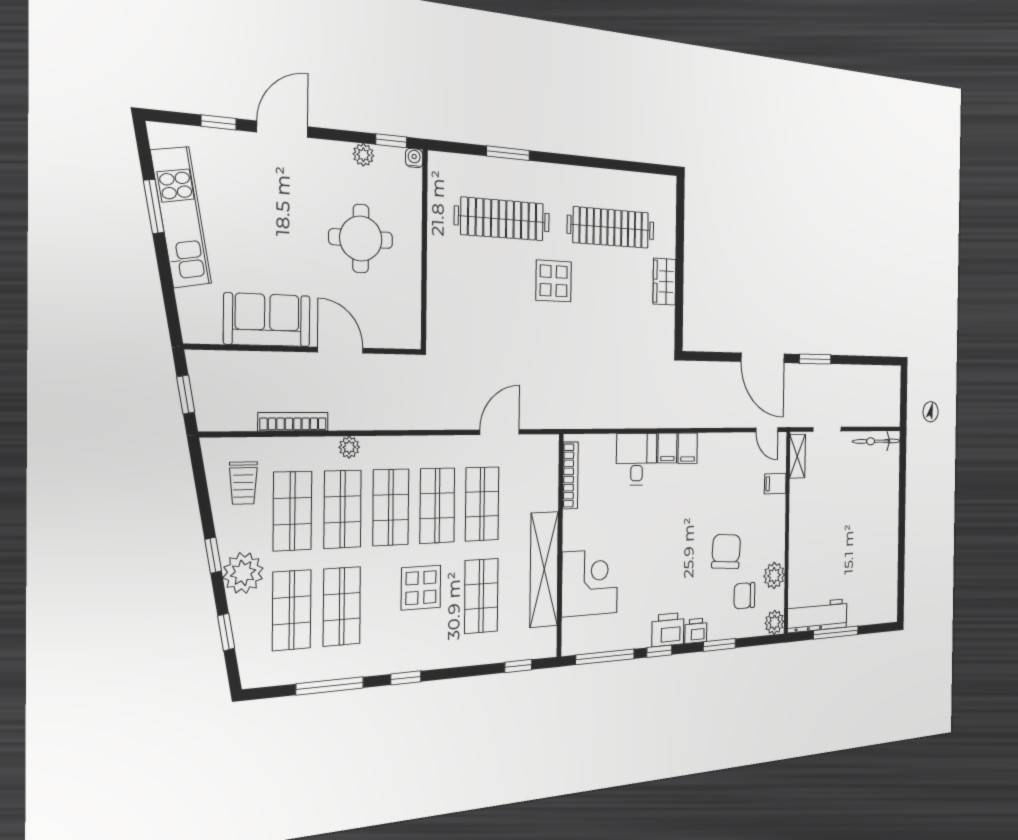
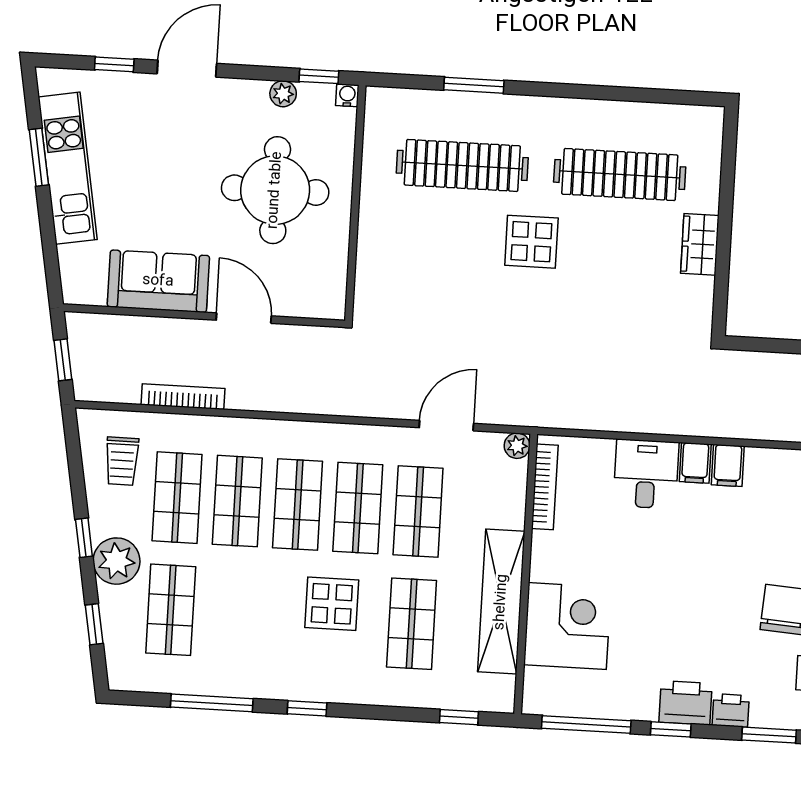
round table: (361, 238) -> (275, 190), width x1.36, depth x1.36
plant: (349, 447) -> (517, 446), moved
shop shelf: (342, 606) -> (231, 613), removed

